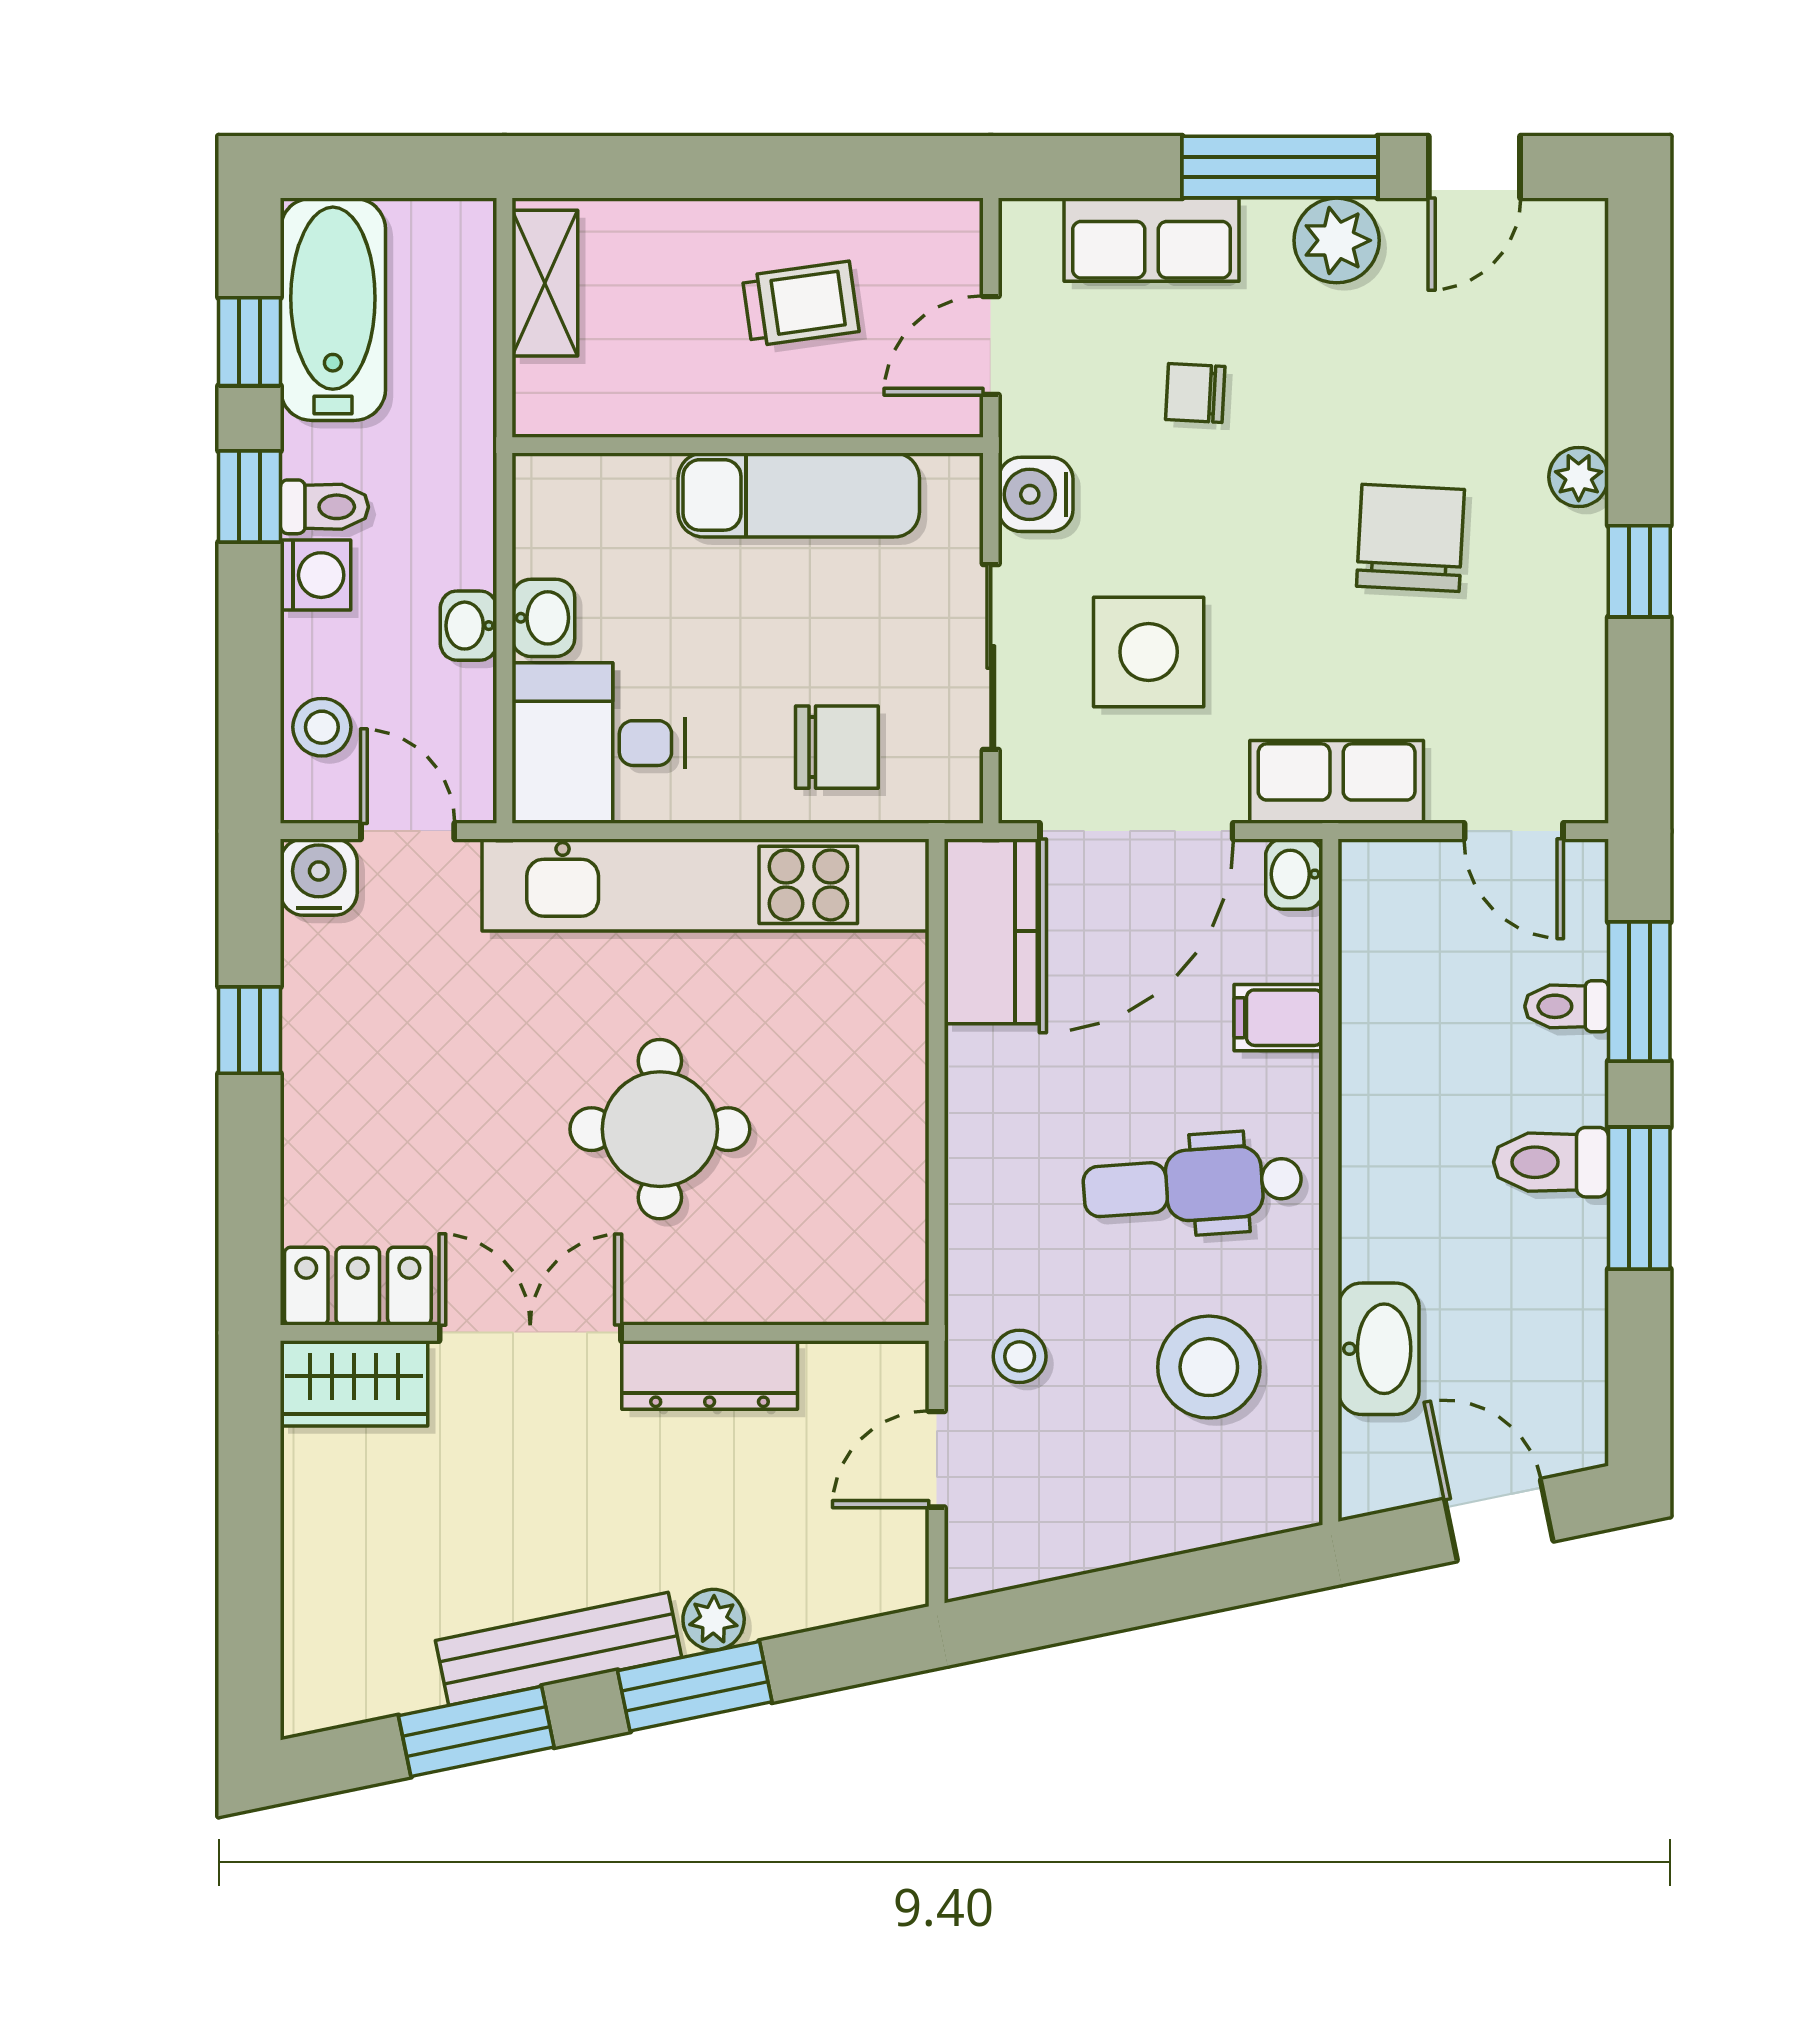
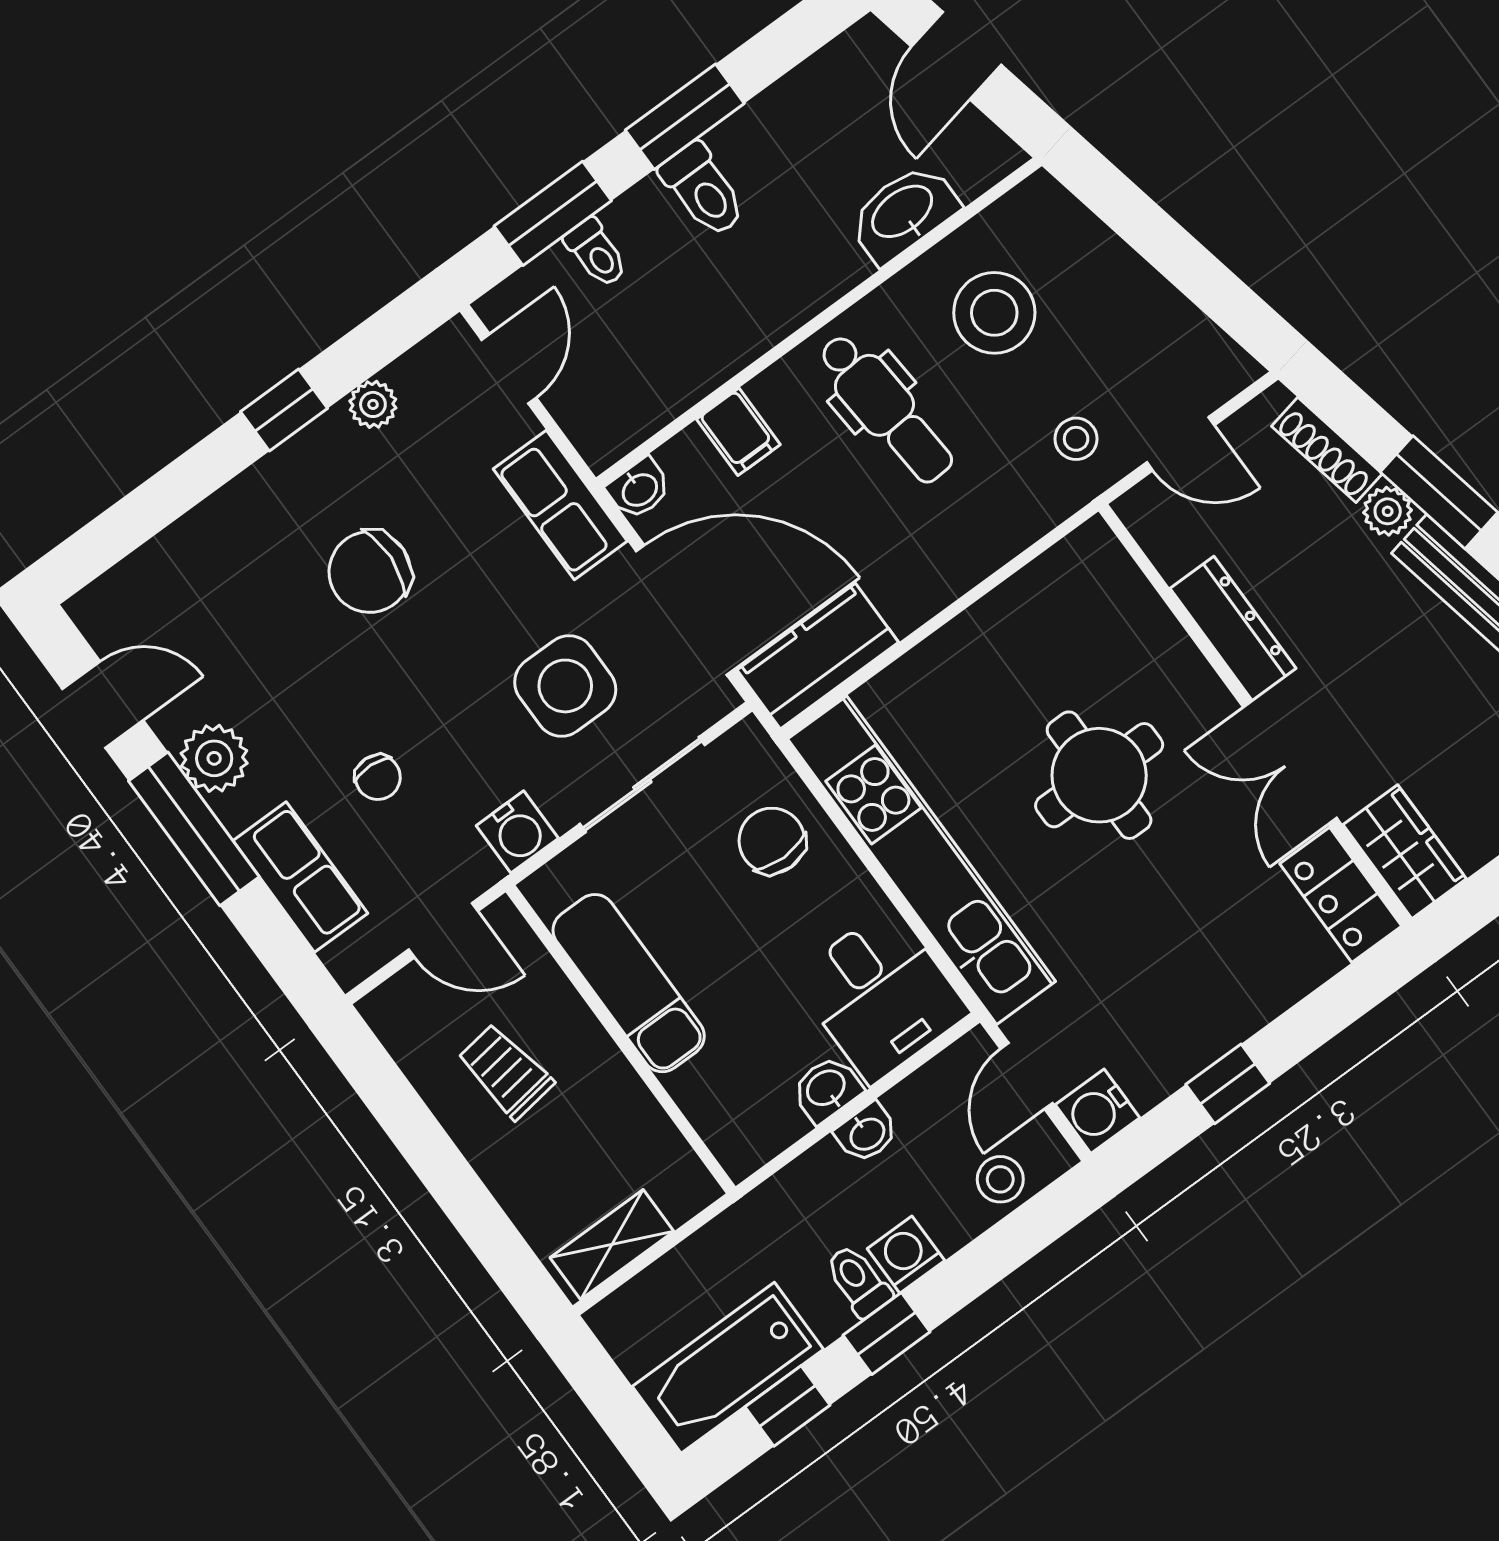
plant: (1579, 477) -> (373, 404), moved
shoe rack: (821, 1604) -> (1327, 450), added

